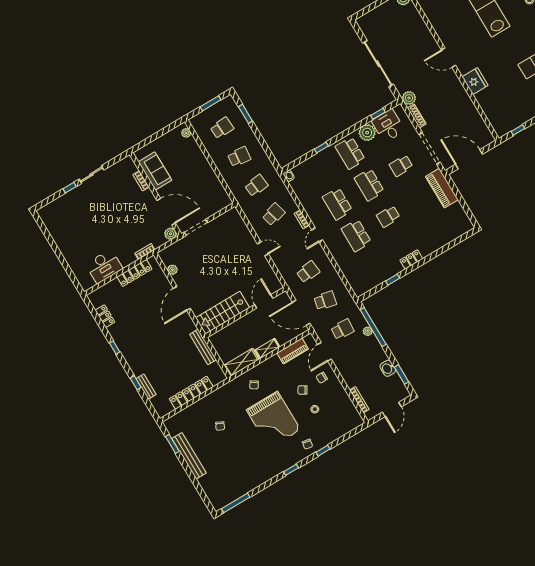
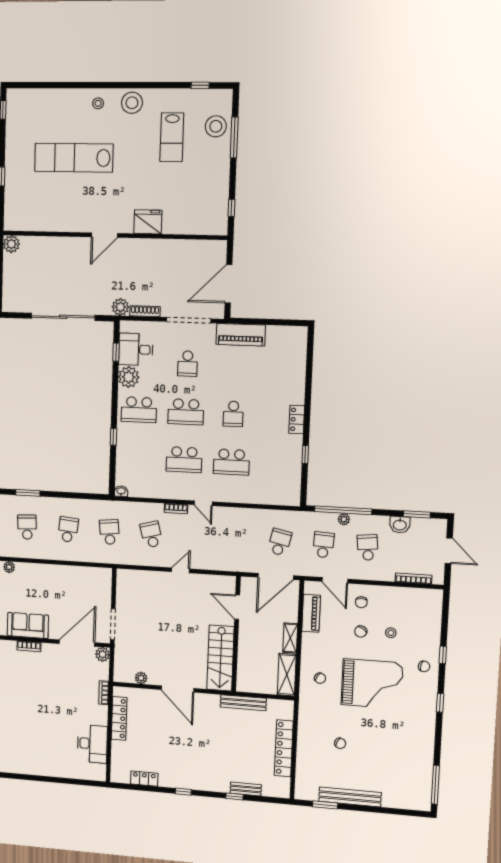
school desk: (308, 272) -> (368, 547), moved

